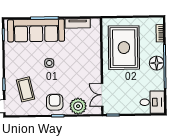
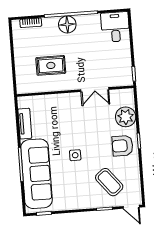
rug: (124, 48) -> (51, 65), width x0.54, depth x0.49
coffee table: (26, 89) -> (109, 182), turned 64
double door: (102, 95) -> (95, 90), moved

